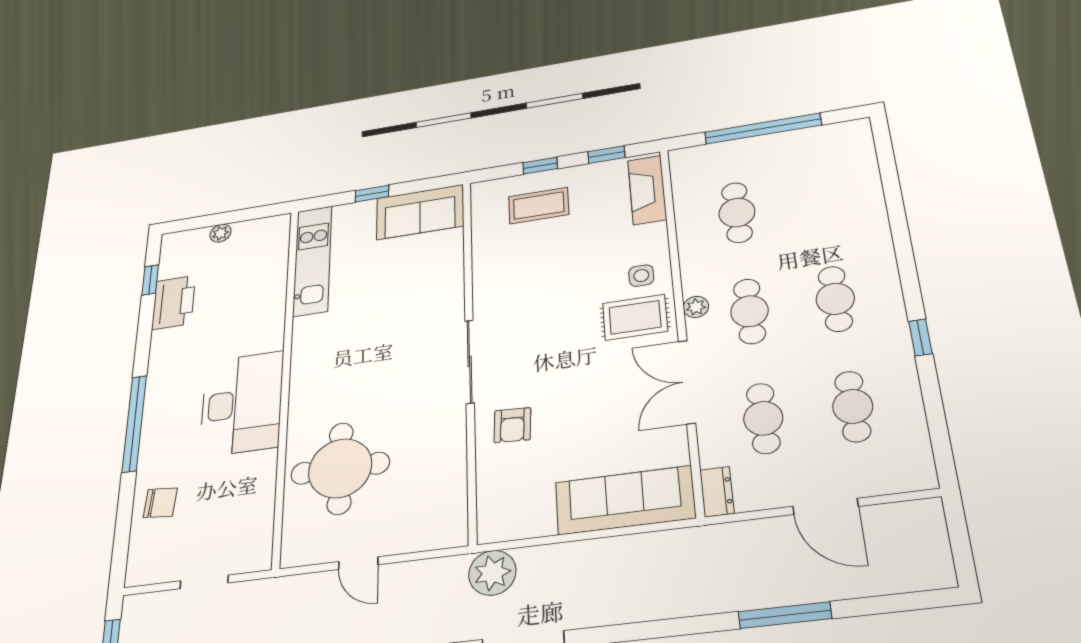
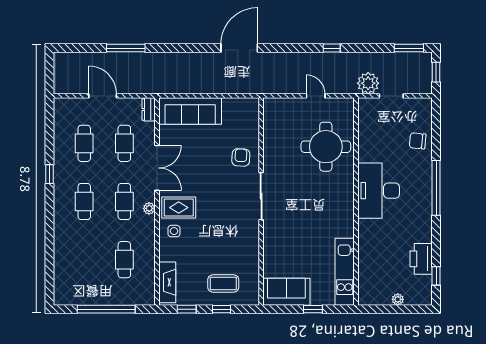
plant: (492, 573) -> (368, 83), moved

